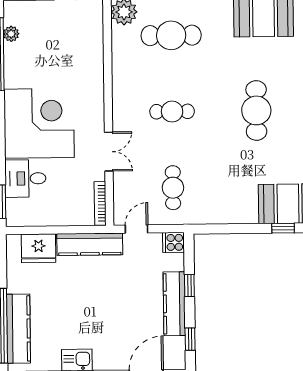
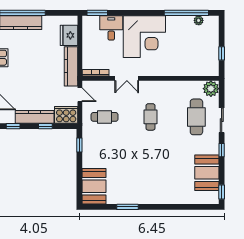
cafe table: (256, 110) -> (151, 168), removed
window: (283, 228) -> (79, 145), moved
cooker: (174, 242) -> (66, 115), width x1.87, depth x1.31

